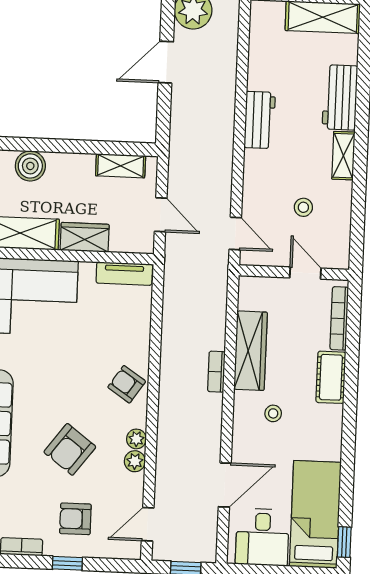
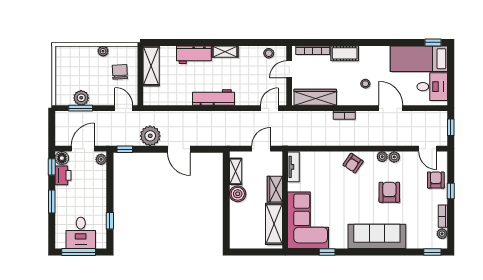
workbench: (260, 120) -> (213, 98), width x1.38
boiler: (30, 166) -> (238, 194), moved
stool: (303, 207) -> (269, 53), moved
wardrobe: (251, 351) -> (315, 97), moved
armchair: (70, 449) -> (389, 192), turned -127
door: (225, 485) -> (391, 108), moved
armchair: (75, 519) -> (436, 180), moved, turned 180

